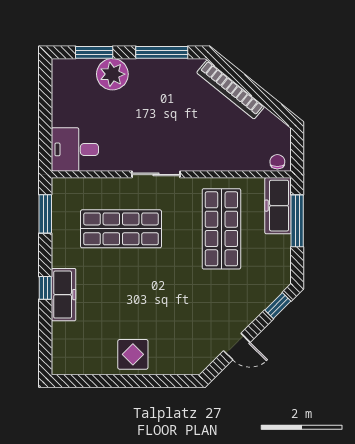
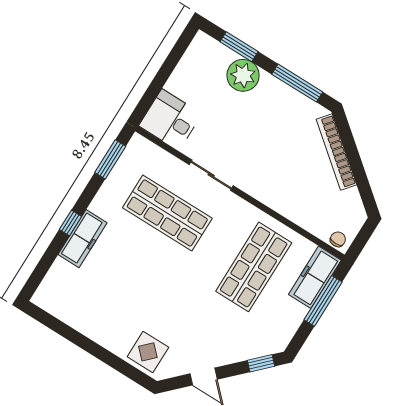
sliding door: (156, 174) -> (211, 175), moved
display table: (133, 354) -> (148, 352), moved

